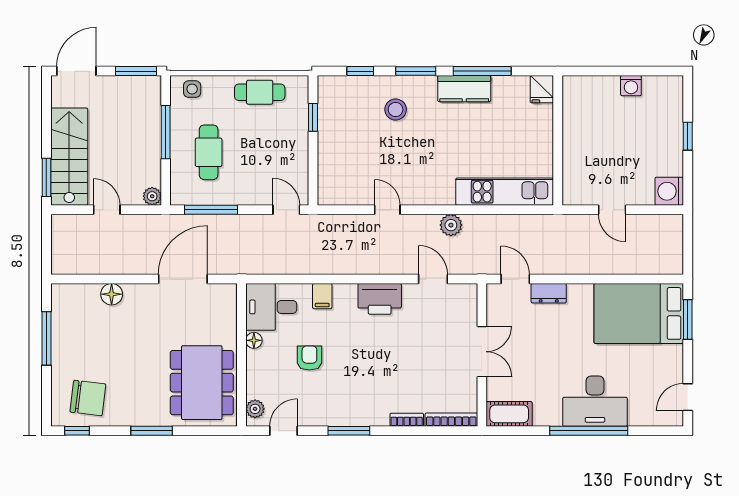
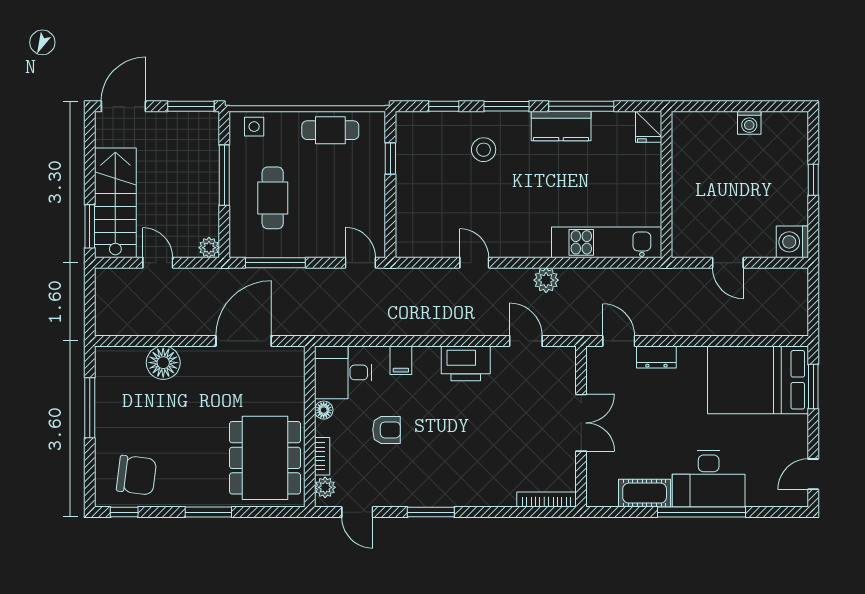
floor lamp: (112, 294) -> (163, 363), width x1.38, depth x1.38
armchair: (309, 358) -> (386, 430), turned 90
cot: (509, 414) -> (645, 493), moved
bookcase: (407, 420) -> (322, 456), moved, turned 90
door: (284, 431) -> (357, 512), swing flipped

